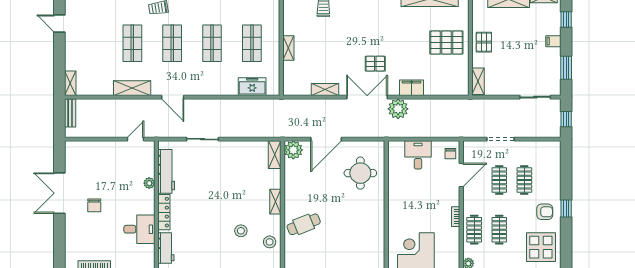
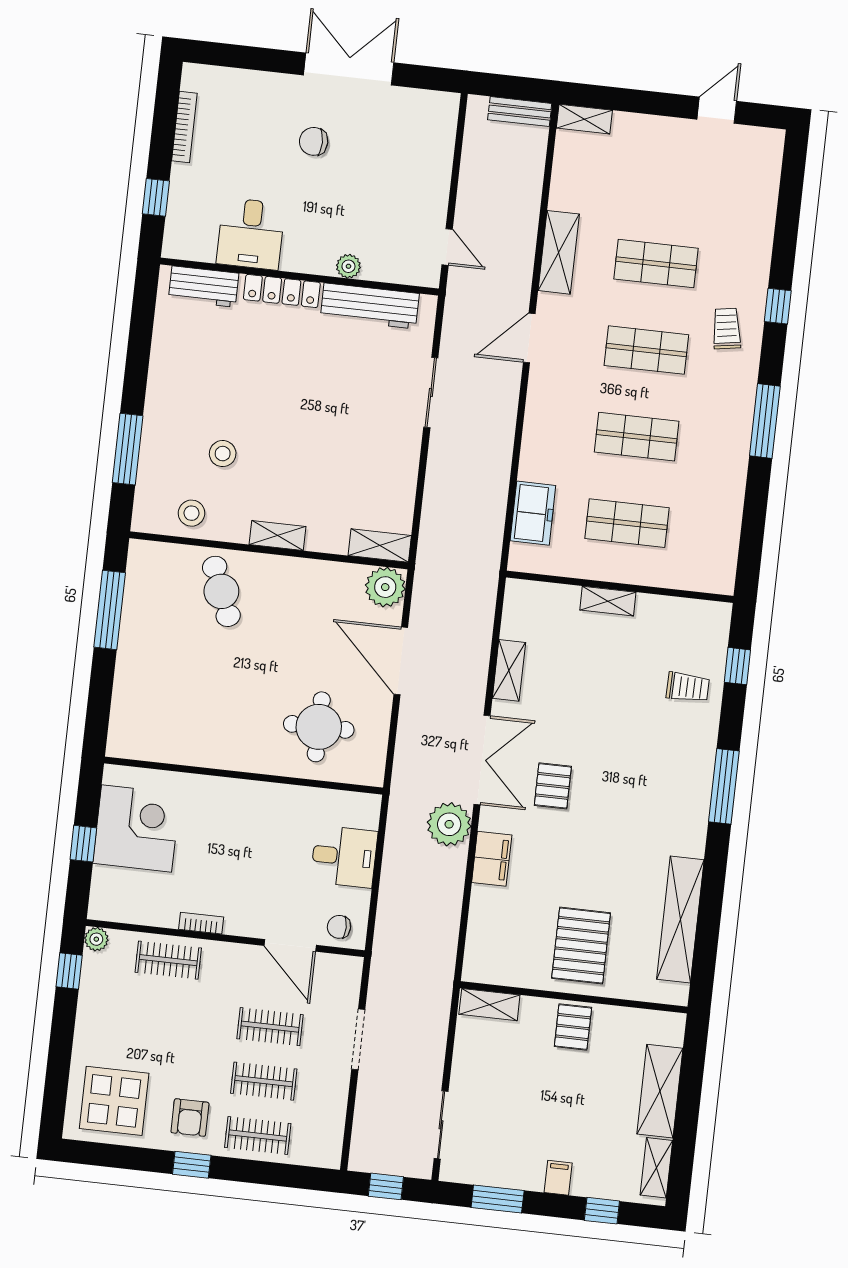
pallet: (484, 42) -> (573, 1027), turned 90
clothes rail: (499, 230) -> (258, 1136), moved

